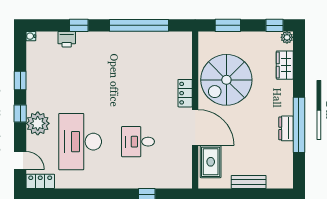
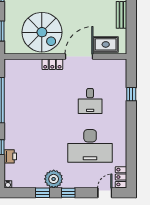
plant: (38, 123) -> (54, 179), moved

